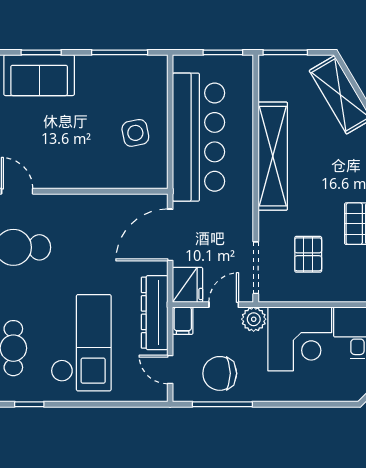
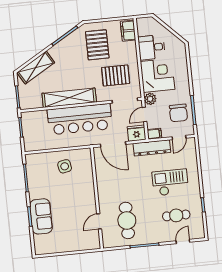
bar counter: (198, 137) -> (80, 119), moved, turned 180
pallet: (308, 254) -> (116, 75), width x1.50, depth x1.42
door: (224, 305) -> (144, 114), hinge flipped
checkout: (81, 343) -> (170, 182), width x0.73, depth x0.83

